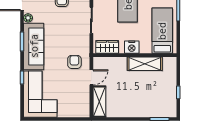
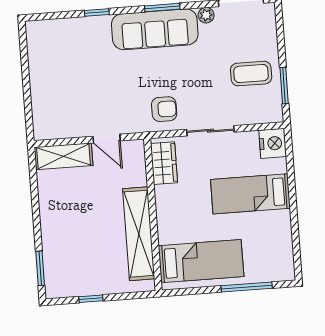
nightstand: (132, 47) -> (167, 208), removed
armchair: (74, 62) -> (164, 109), moved
shelving: (145, 64) -> (139, 234), width x1.47
corner sofa: (40, 94) -> (69, 48), removed

